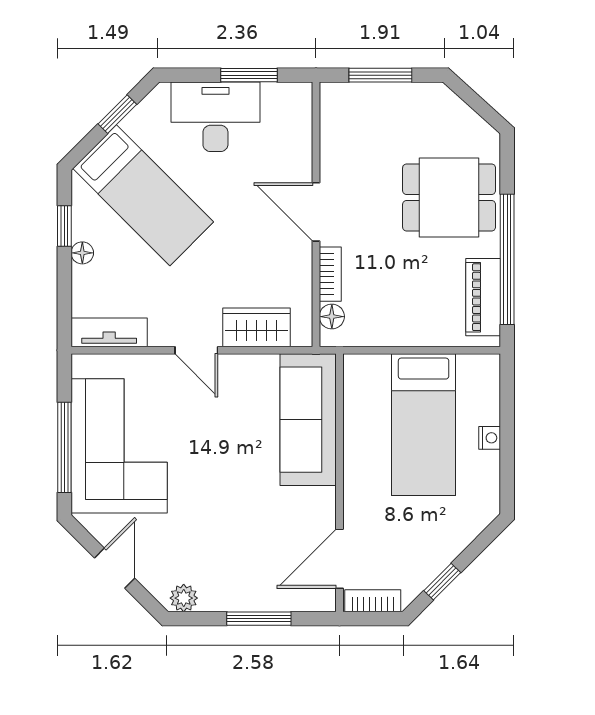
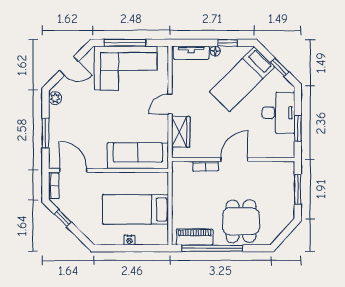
floor lamp: (332, 317) -> (186, 167), removed
tv unit: (109, 332) -> (191, 53), moved, turned 90

